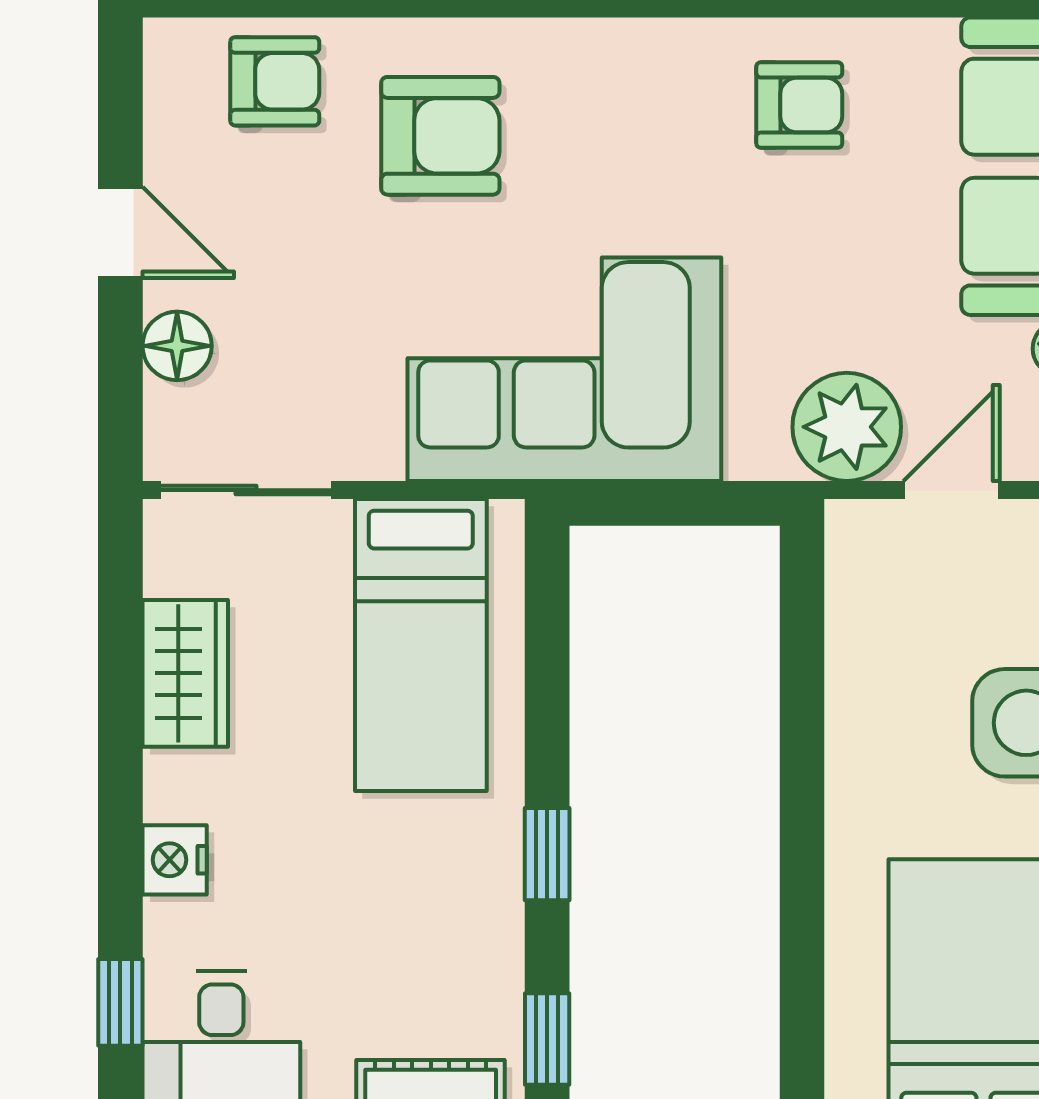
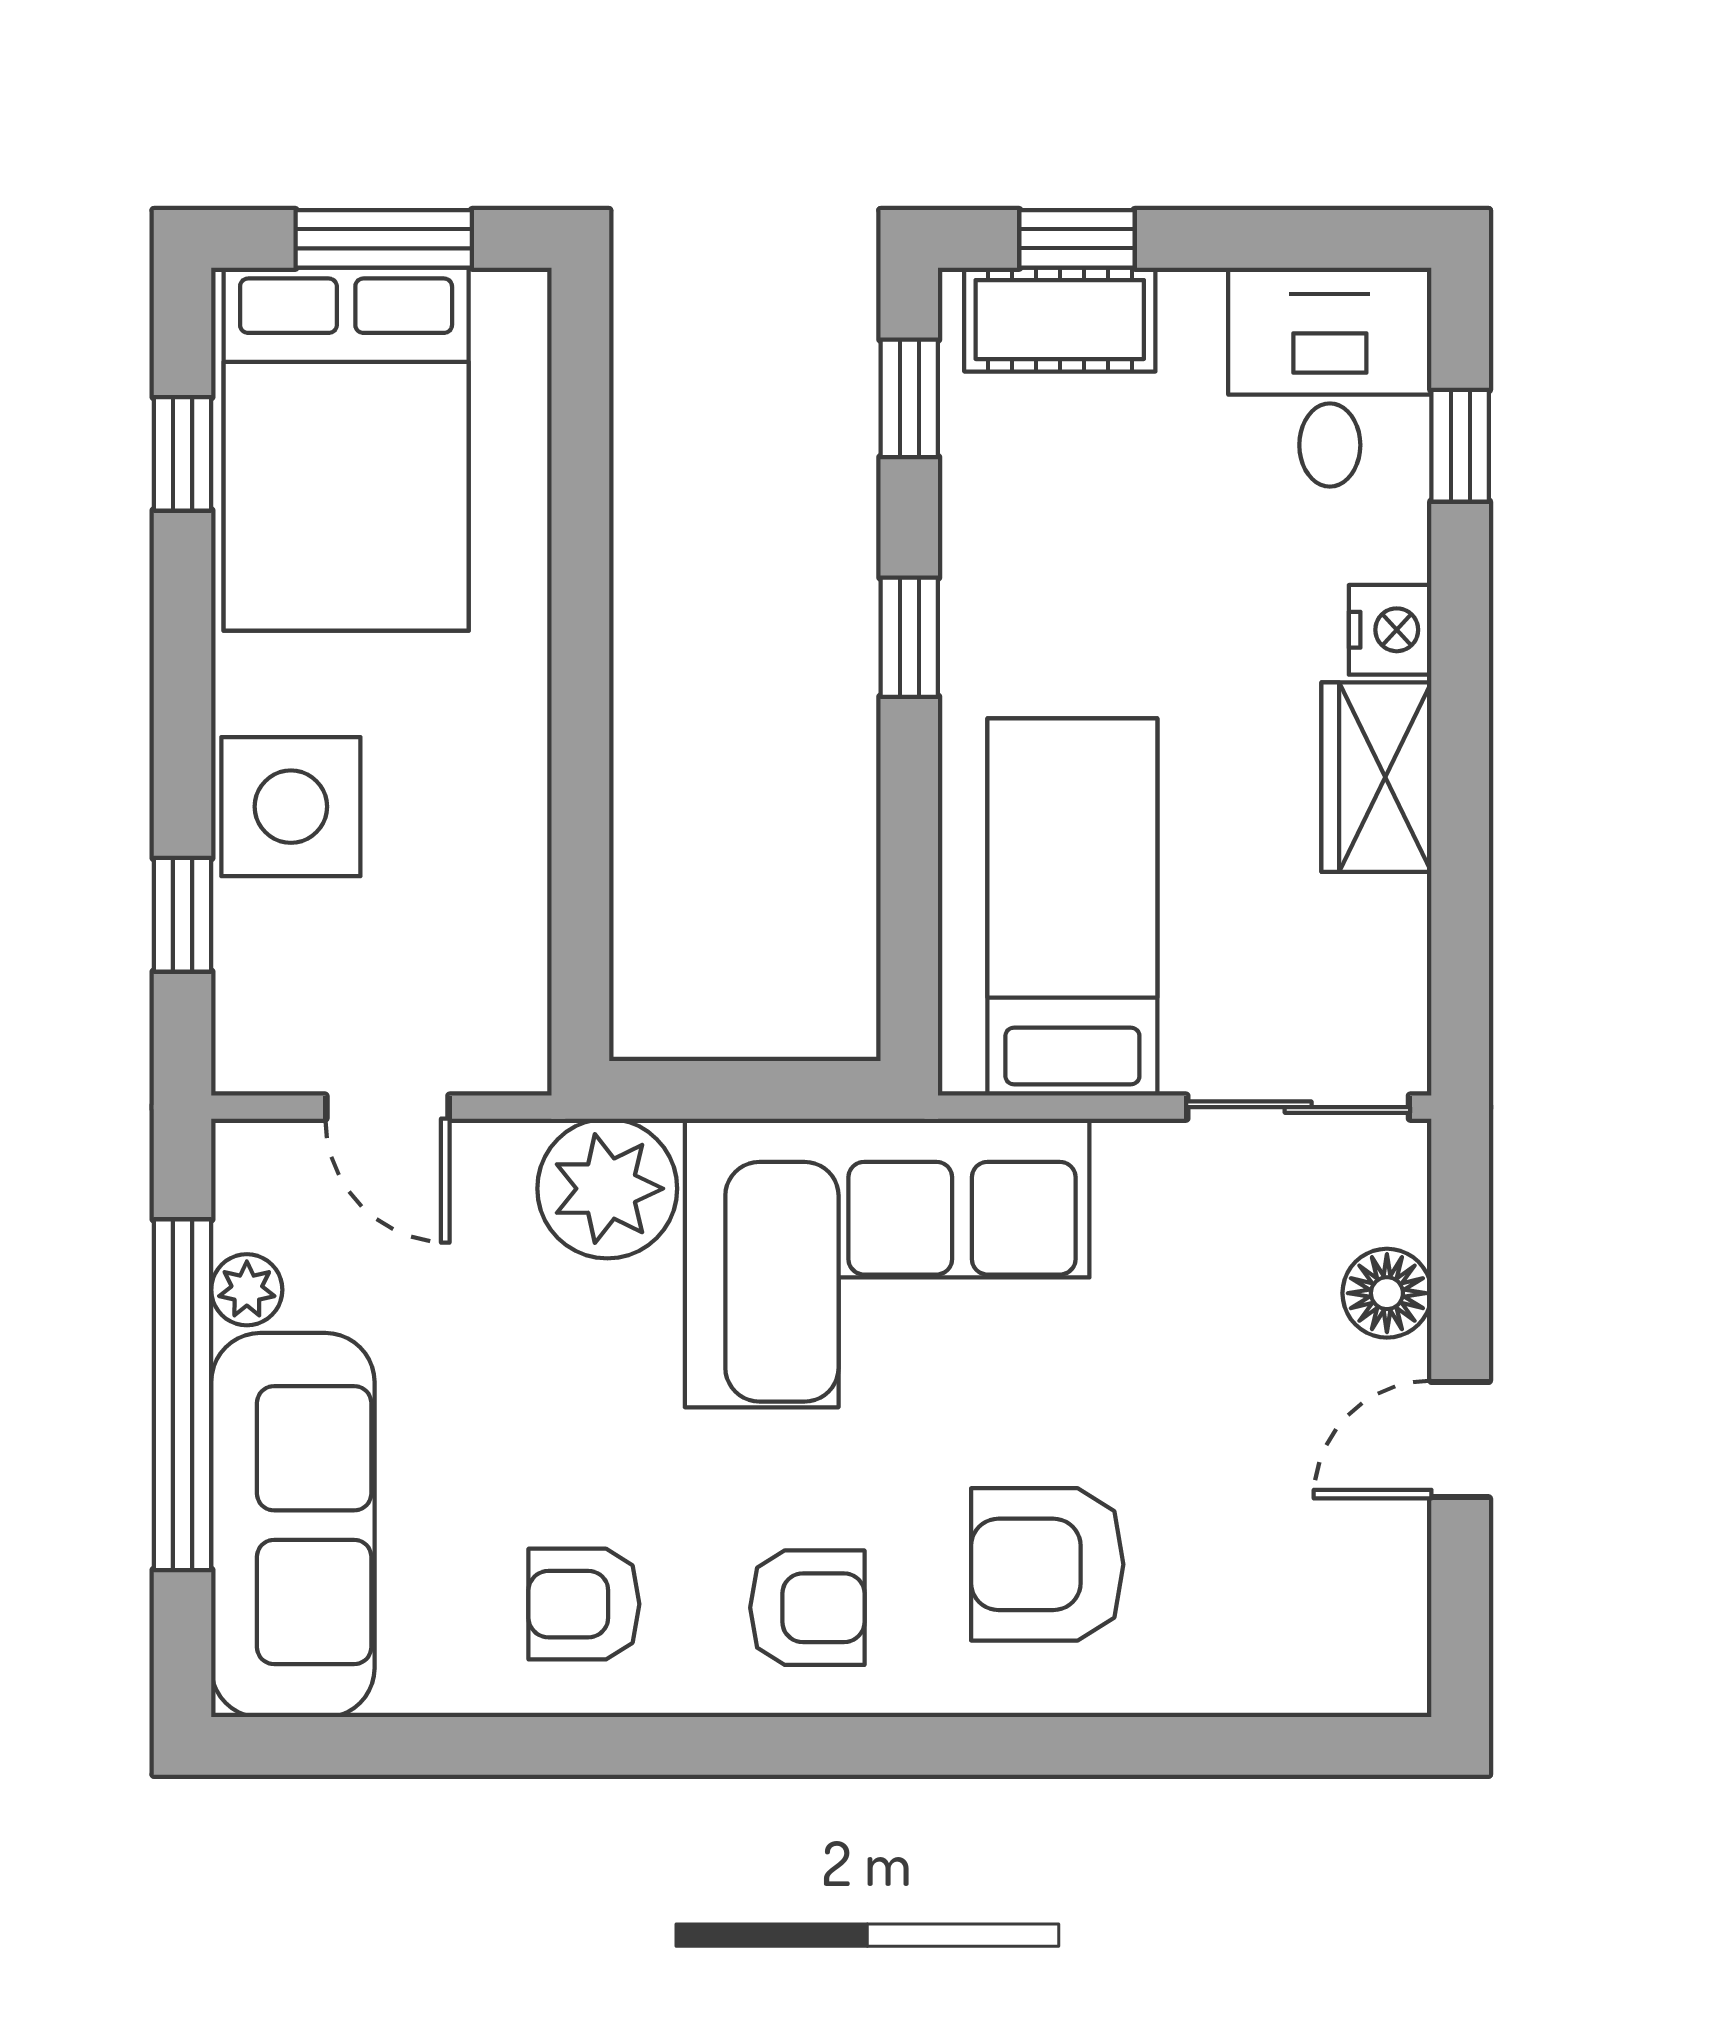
armchair: (275, 81) -> (807, 1608), moved, turned 180
door: (120, 232) -> (1460, 1440), hinge flipped
plant: (847, 427) -> (607, 1189), moved
door: (951, 490) -> (387, 1107), hinge flipped
wardrobe: (185, 673) -> (1376, 777), moved

